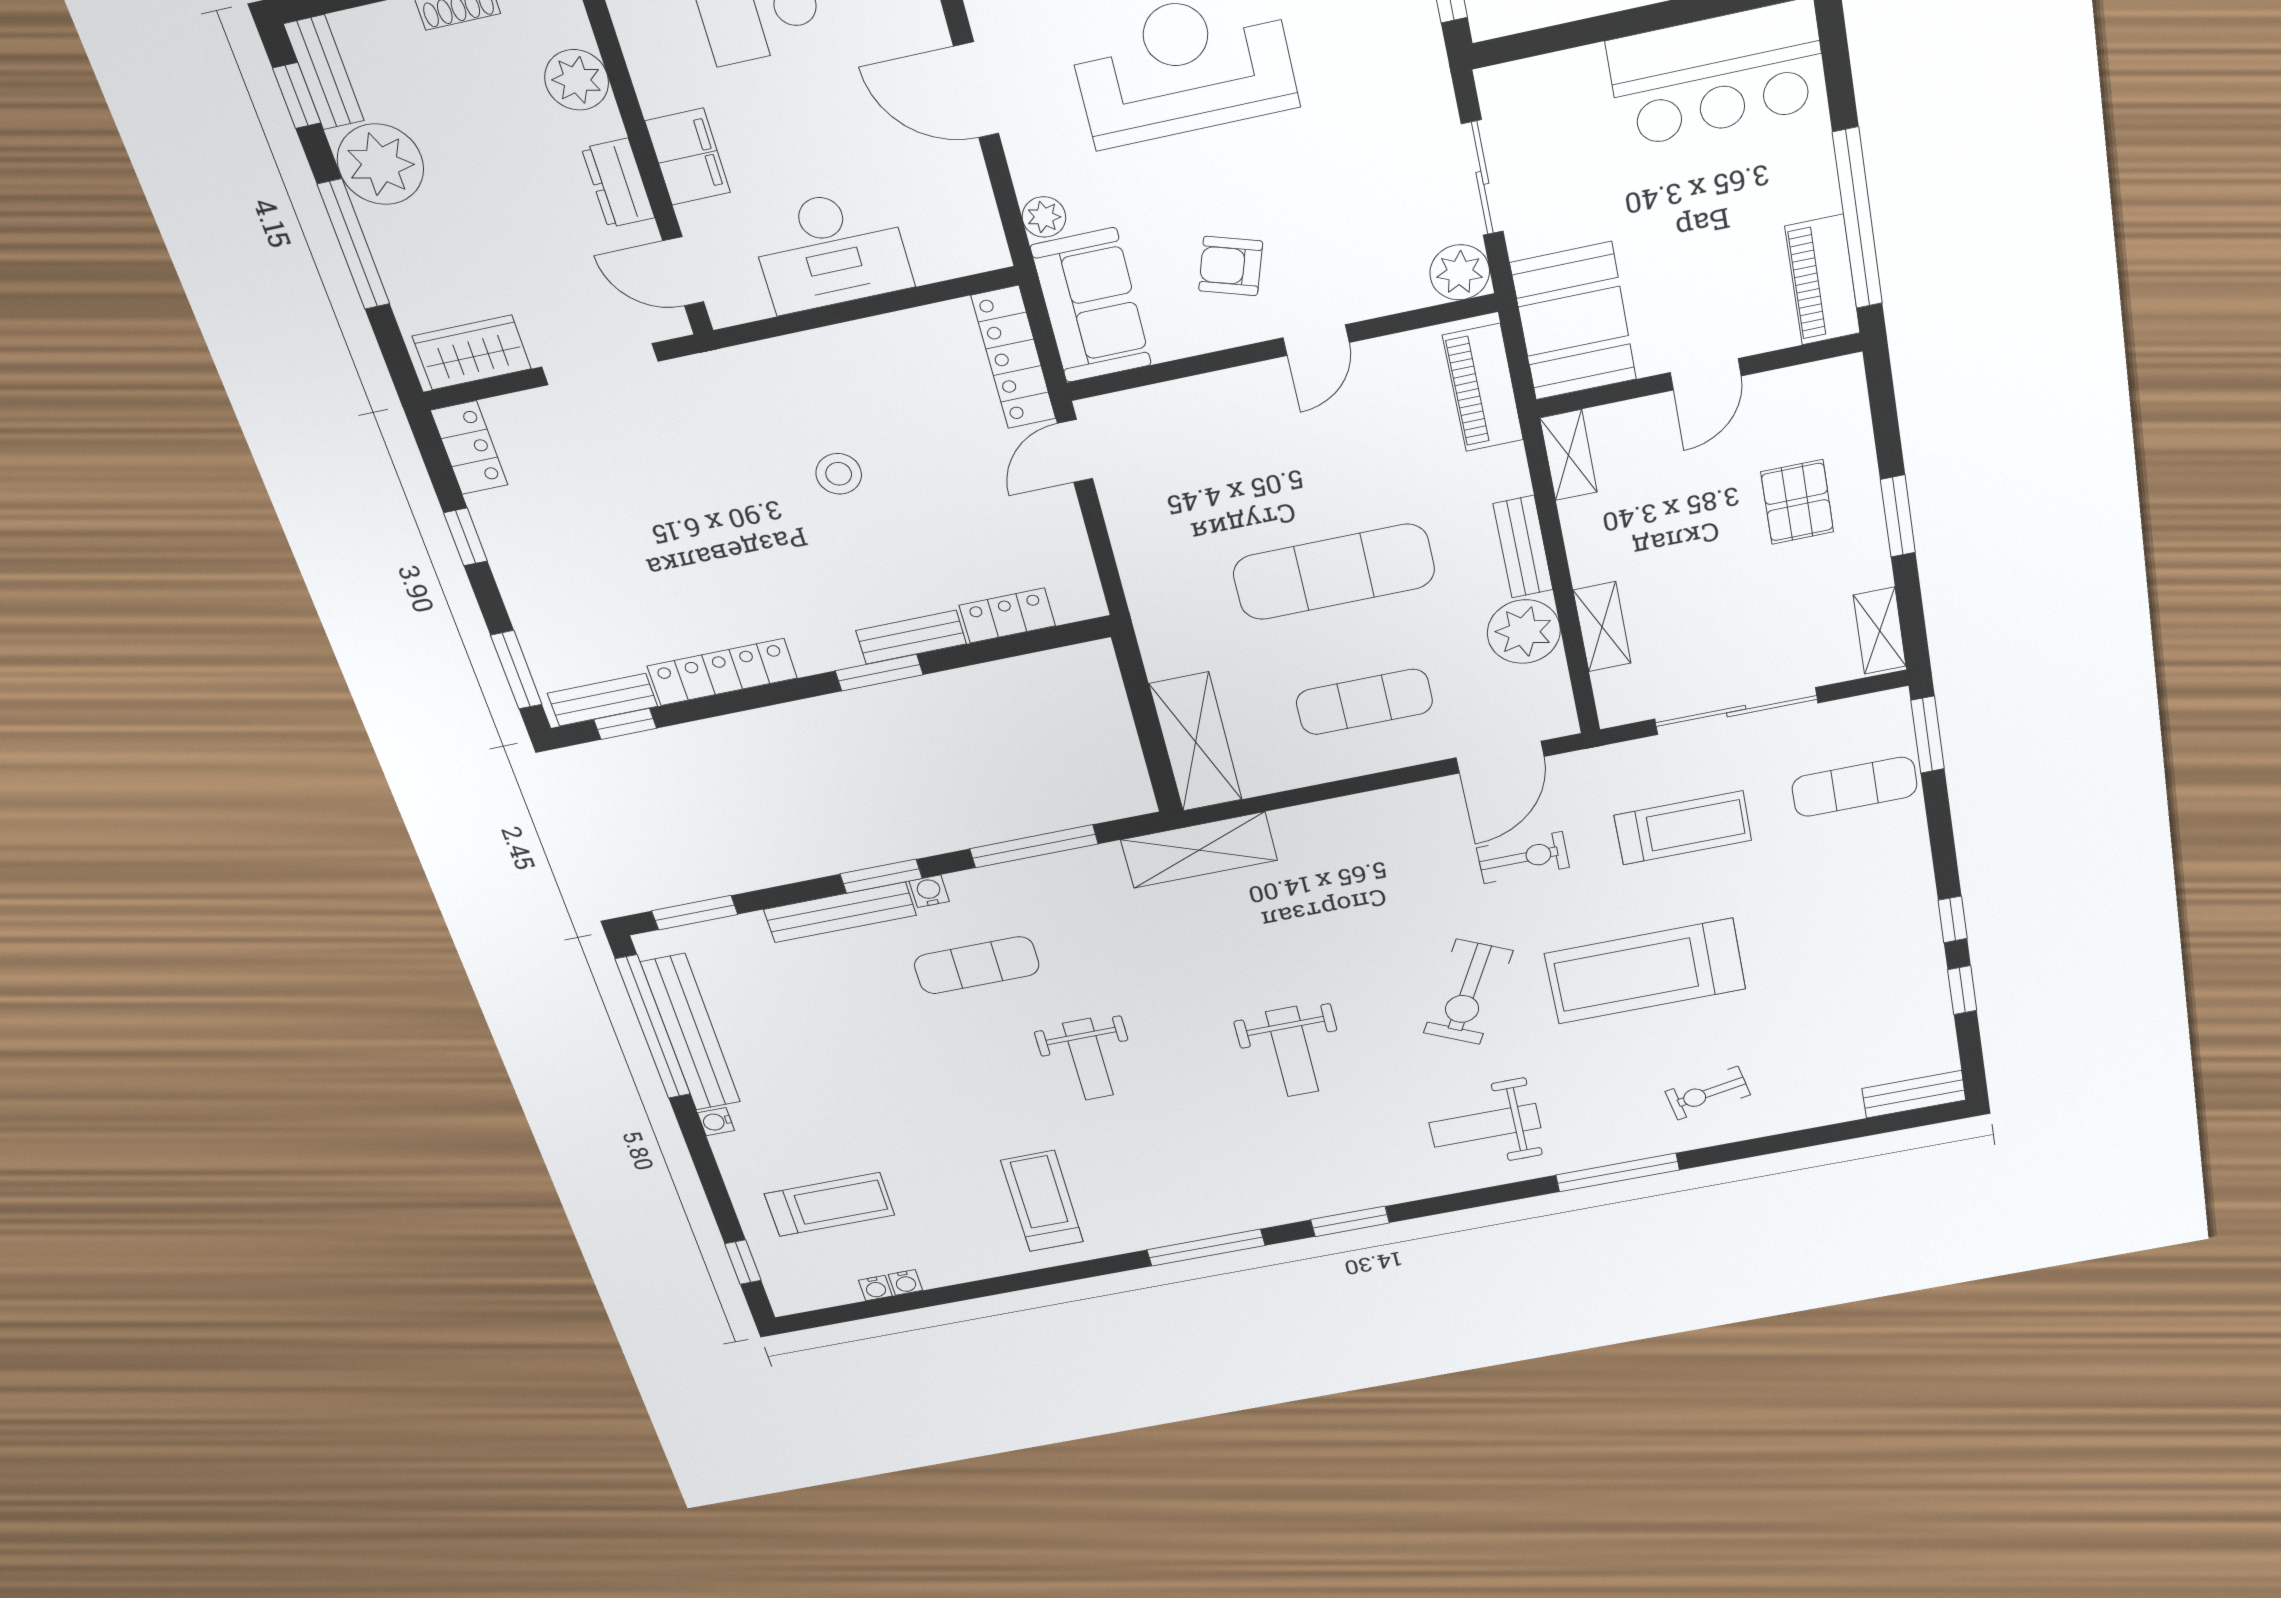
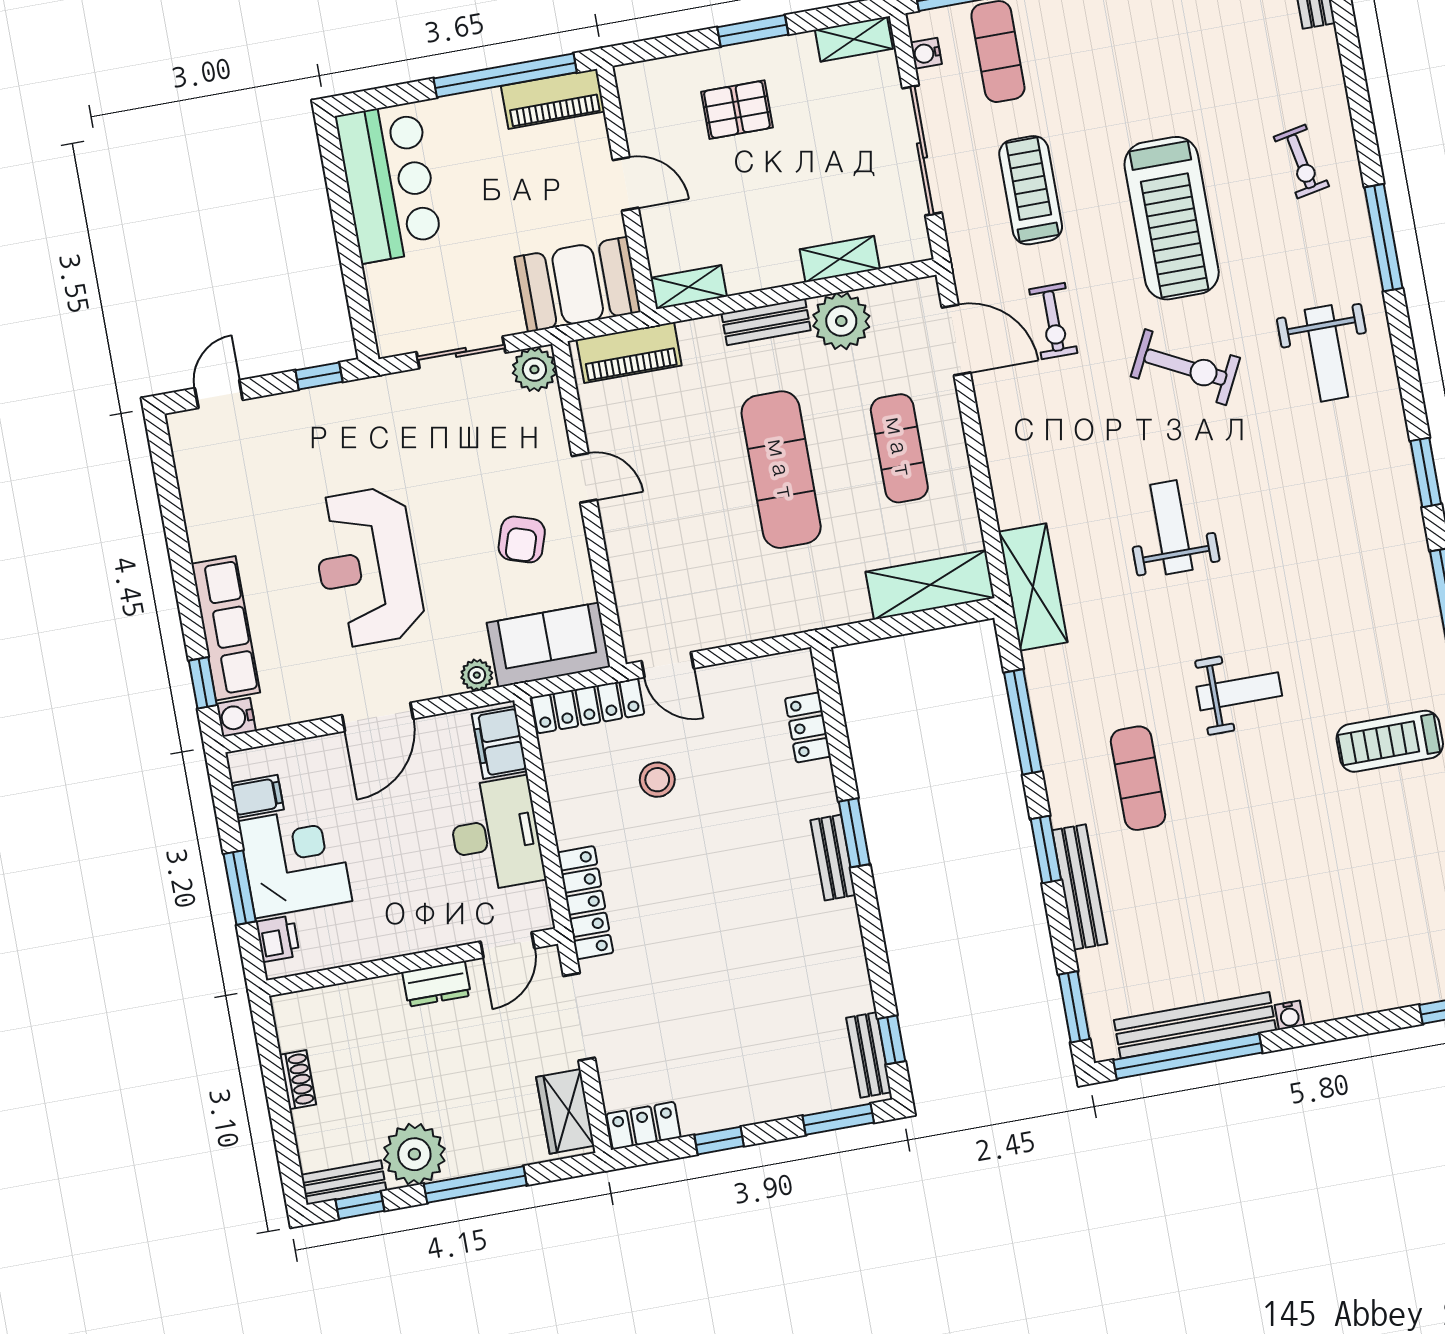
plant: (577, 80) -> (357, 1003), removed
filing cabinet: (688, 157) -> (499, 743), moved, turned -90
stool: (839, 474) -> (657, 780), moved
bench: (911, 637) -> (833, 858), moved
locker: (722, 672) -> (585, 903), moved, turned 180
exercise bike: (1523, 858) -> (1053, 321), turned 180
water cooler: (929, 891) -> (926, 53), moved
weight bench: (1292, 1052) -> (1171, 527), moved, turned -90
treadmill: (829, 1204) -> (1384, 927), removed

